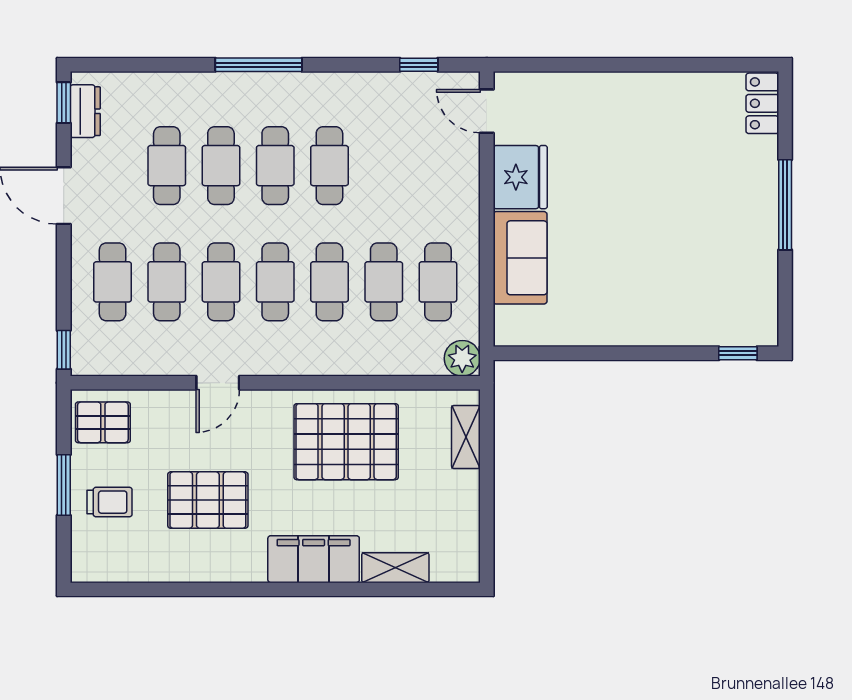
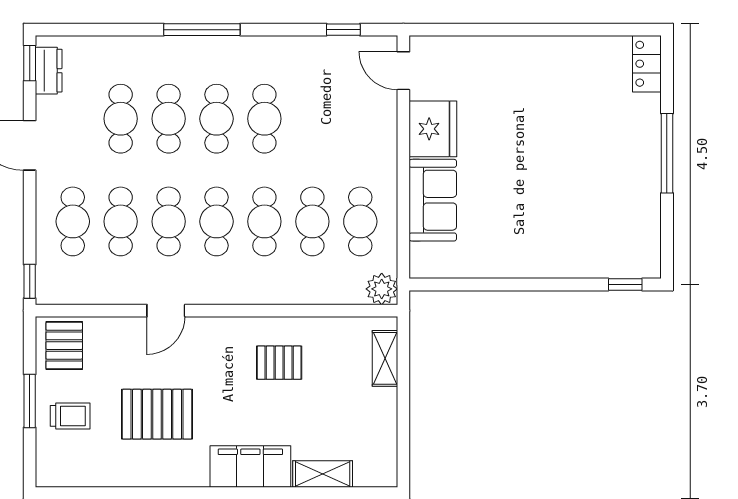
pallet: (103, 422) -> (64, 346), turned 90
pallet: (346, 442) -> (279, 363), width x0.49, depth x0.50

